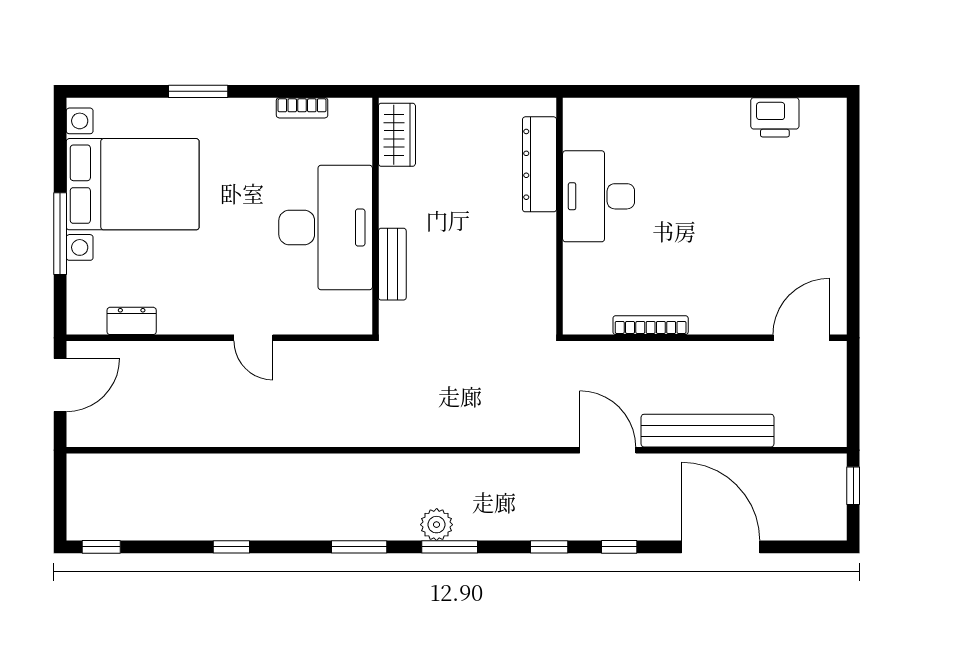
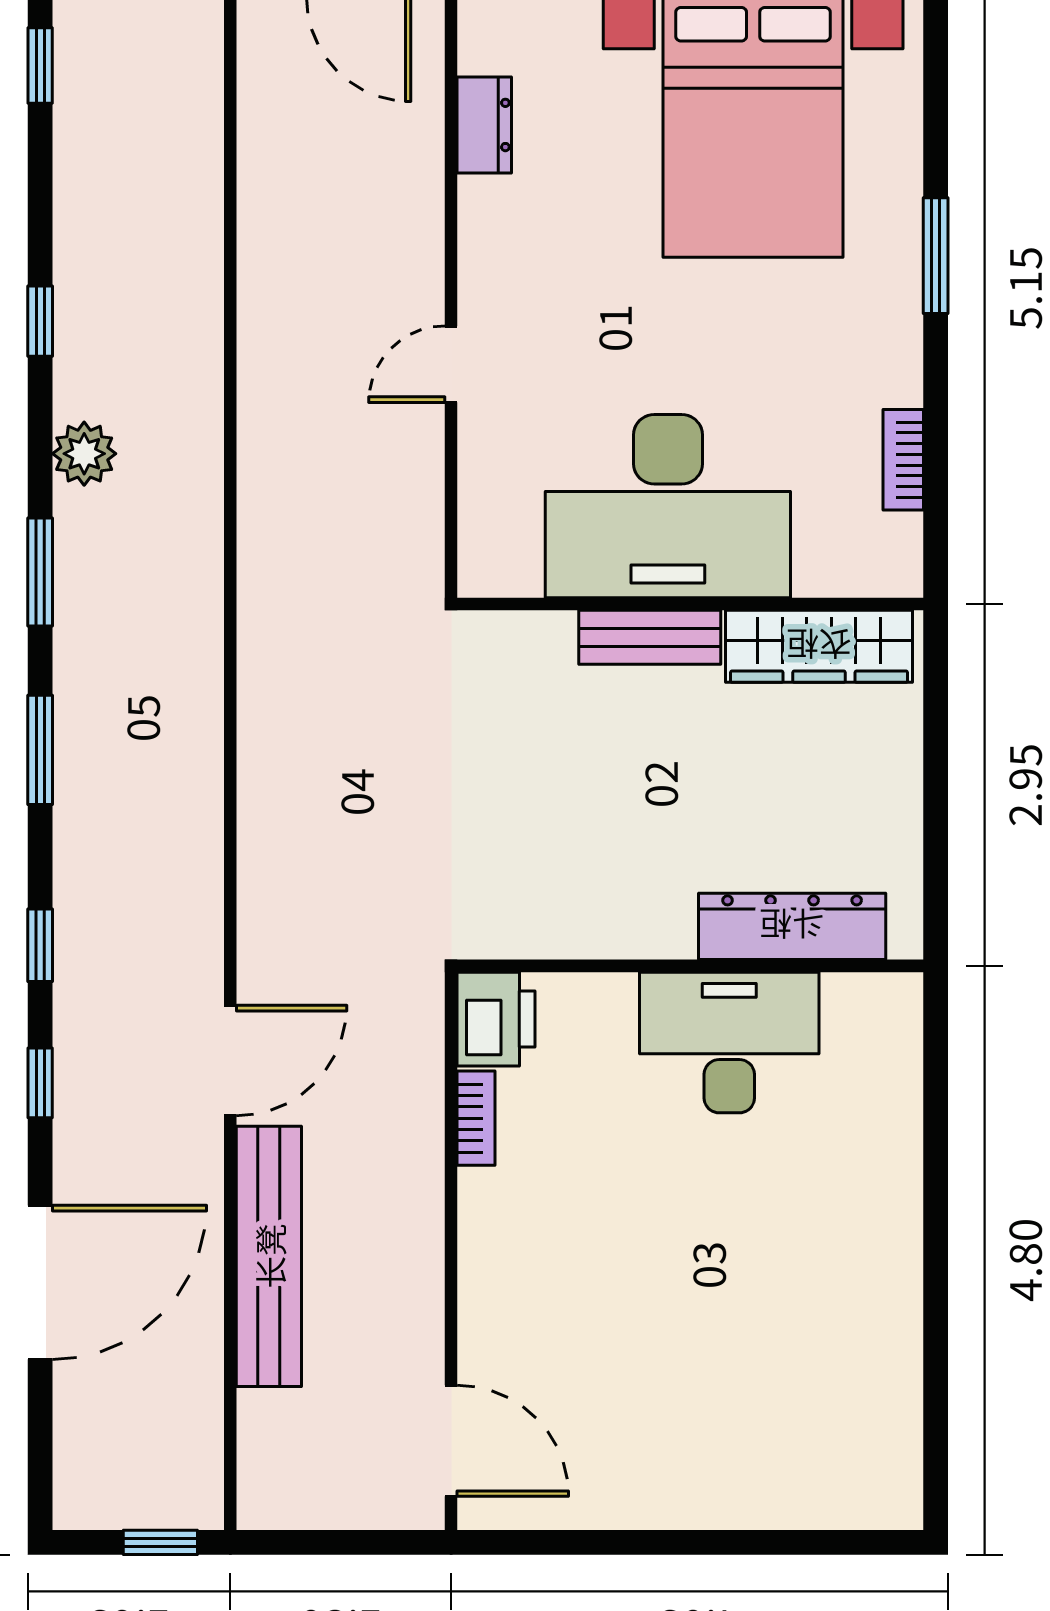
printer: (775, 117) -> (496, 1019), moved, turned 180
wardrobe: (397, 135) -> (819, 646), width x1.50
bench: (392, 264) -> (650, 637), moved
bookcase: (651, 325) -> (476, 1118), width x0.64
plant: (437, 525) -> (84, 454), moved

